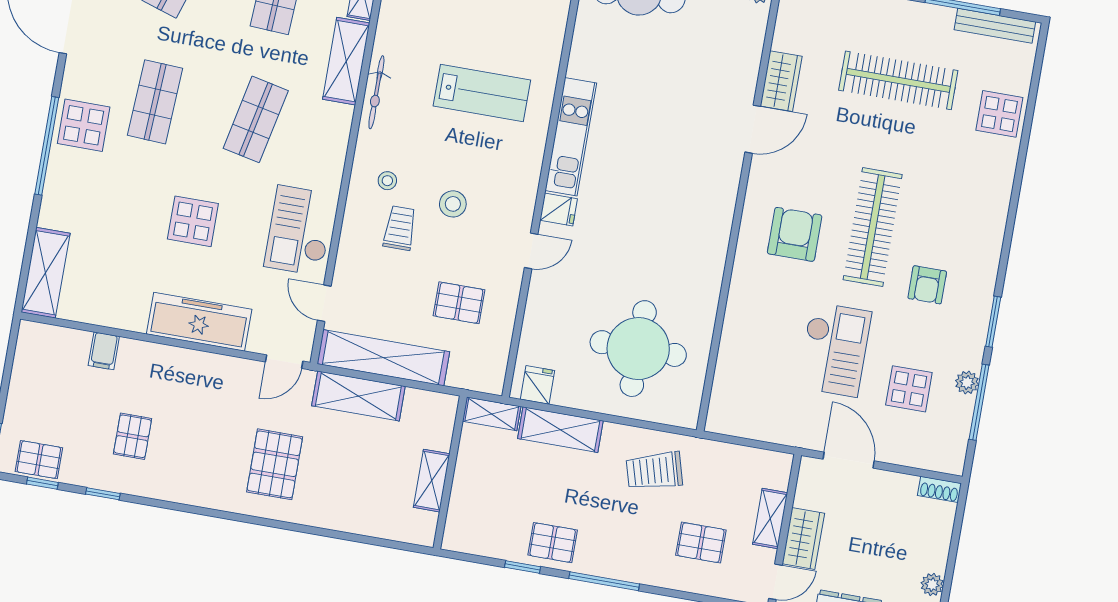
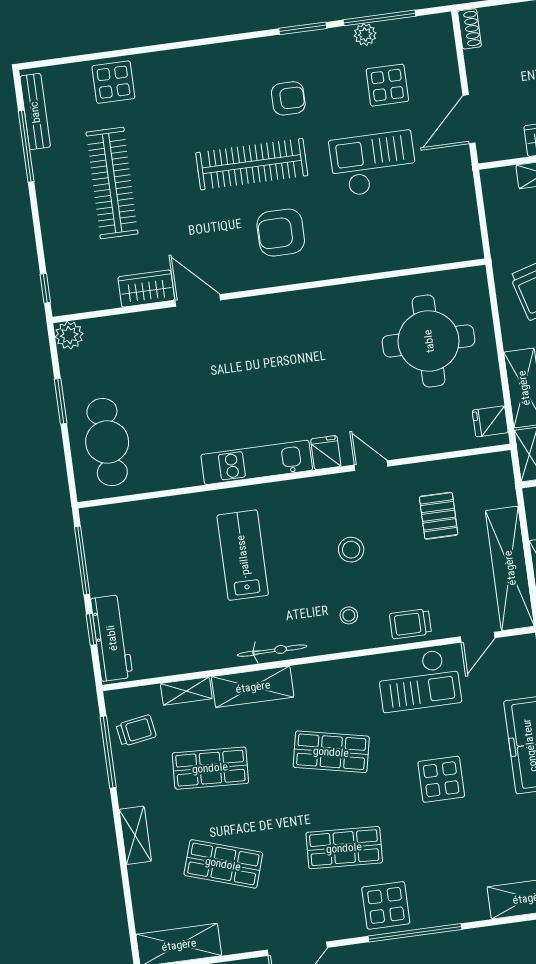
trolley: (400, 228) -> (410, 624), moved

